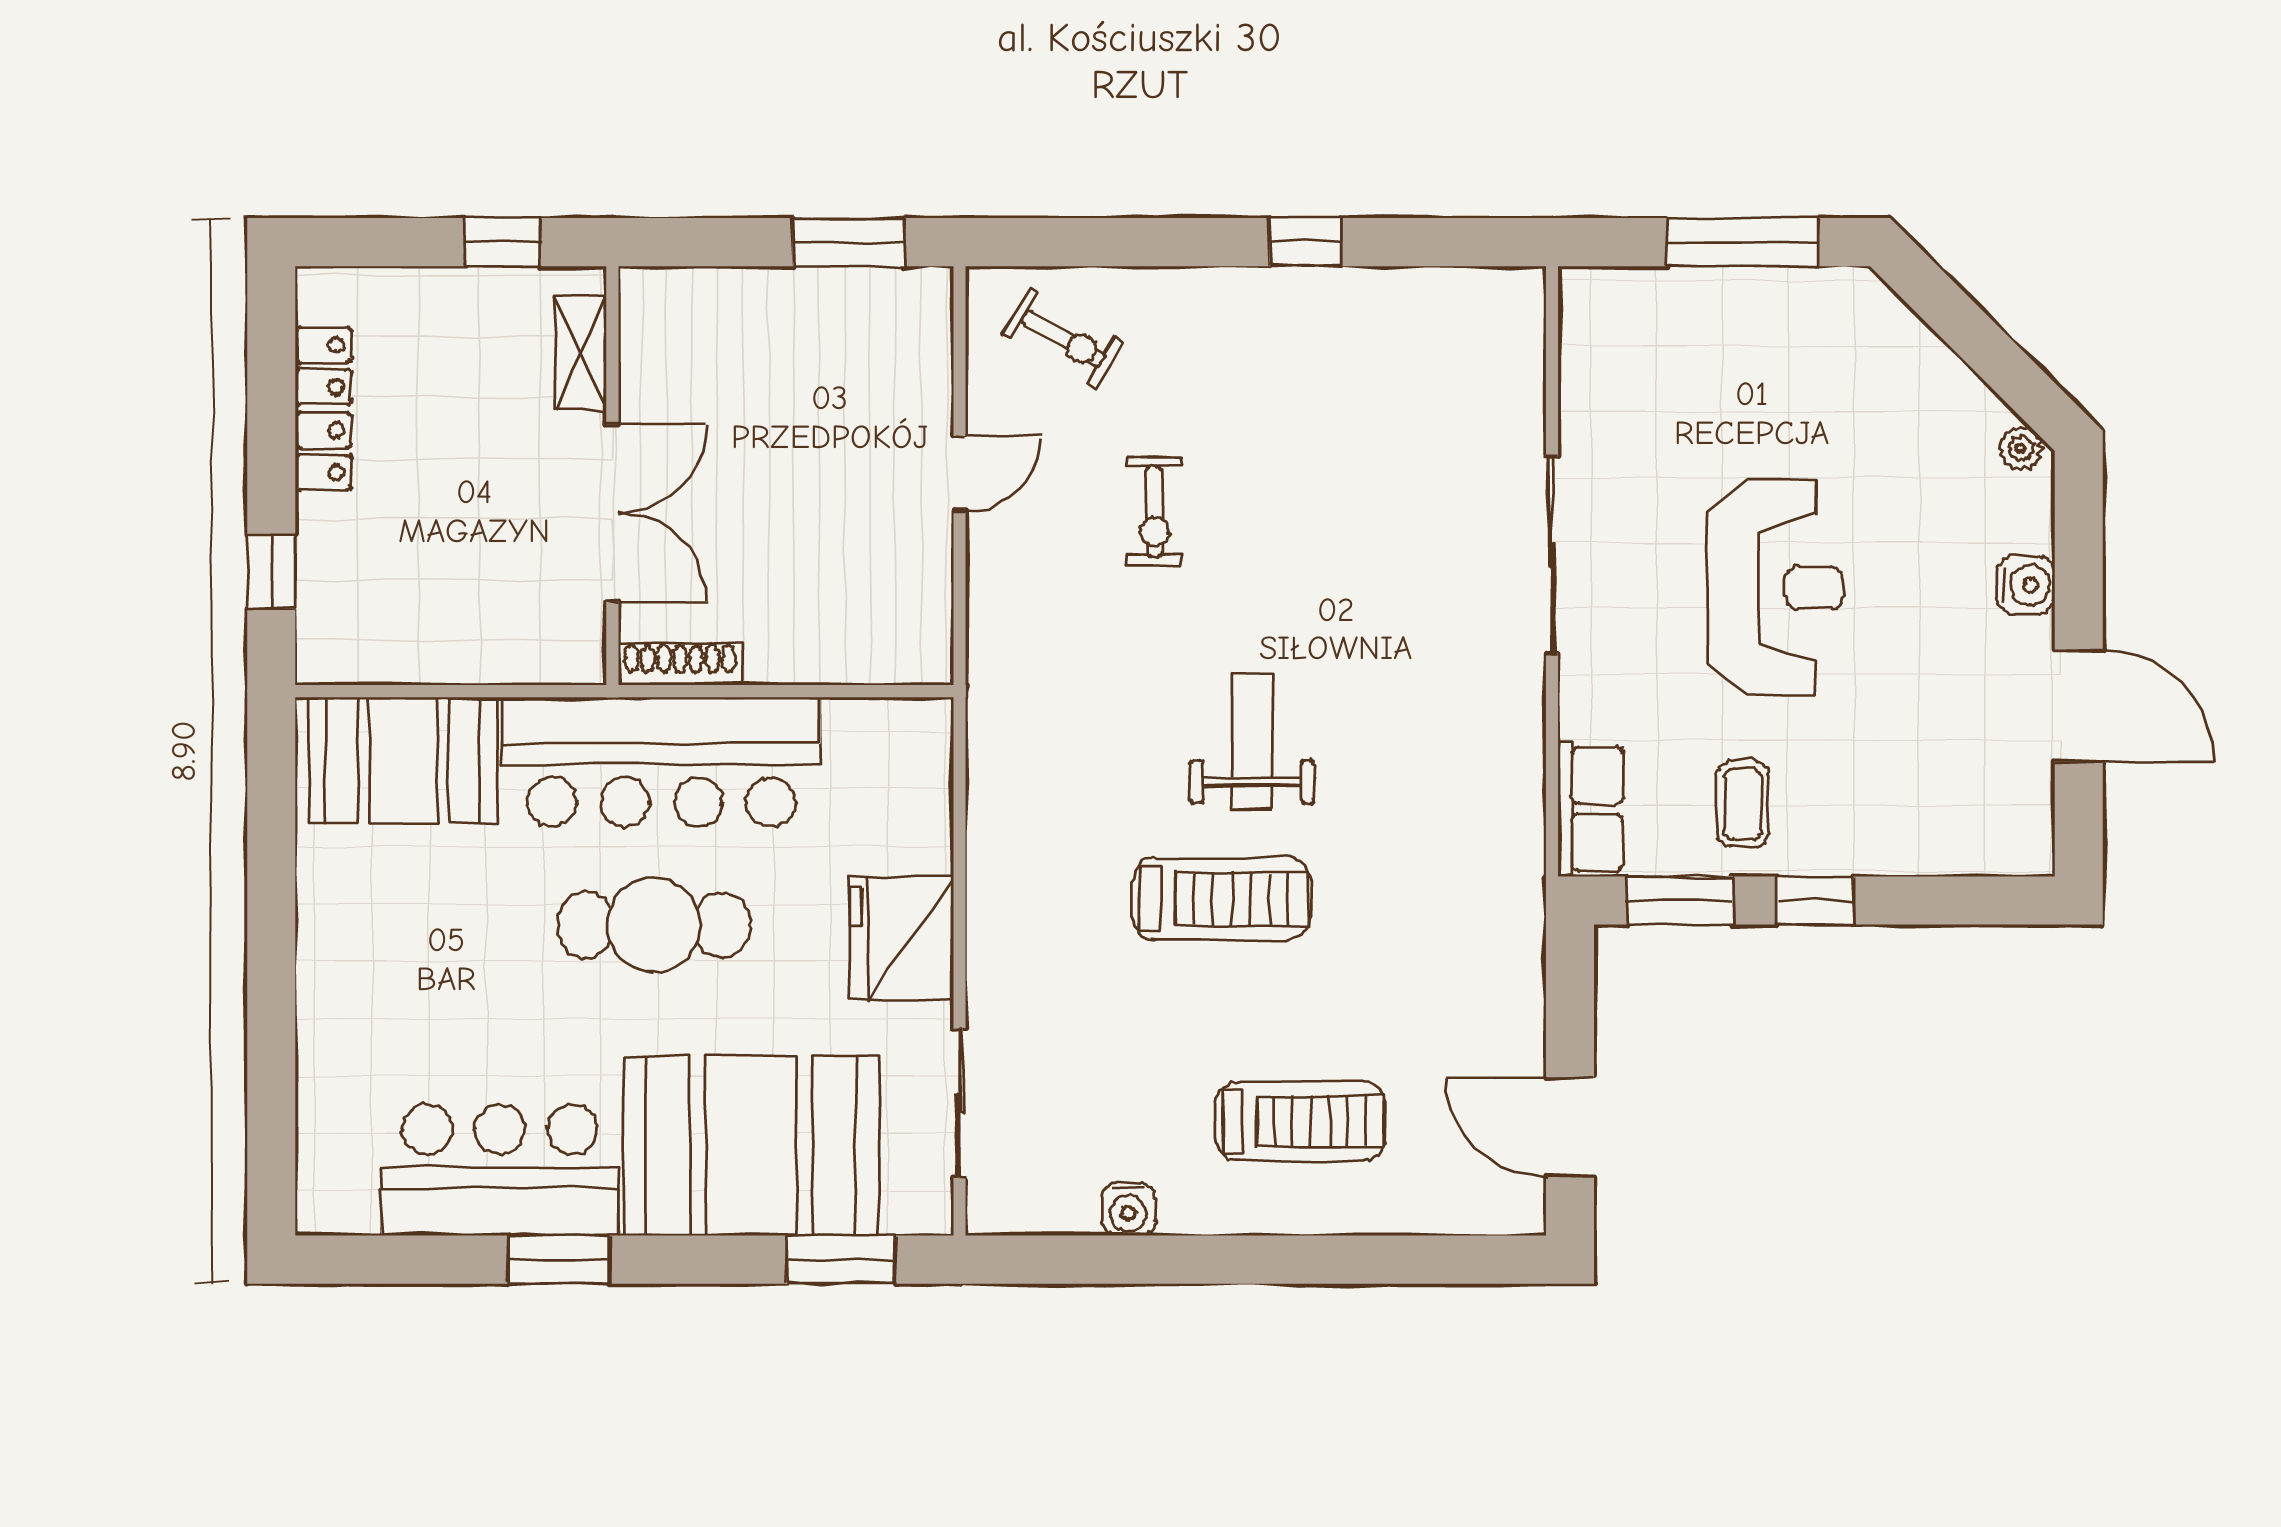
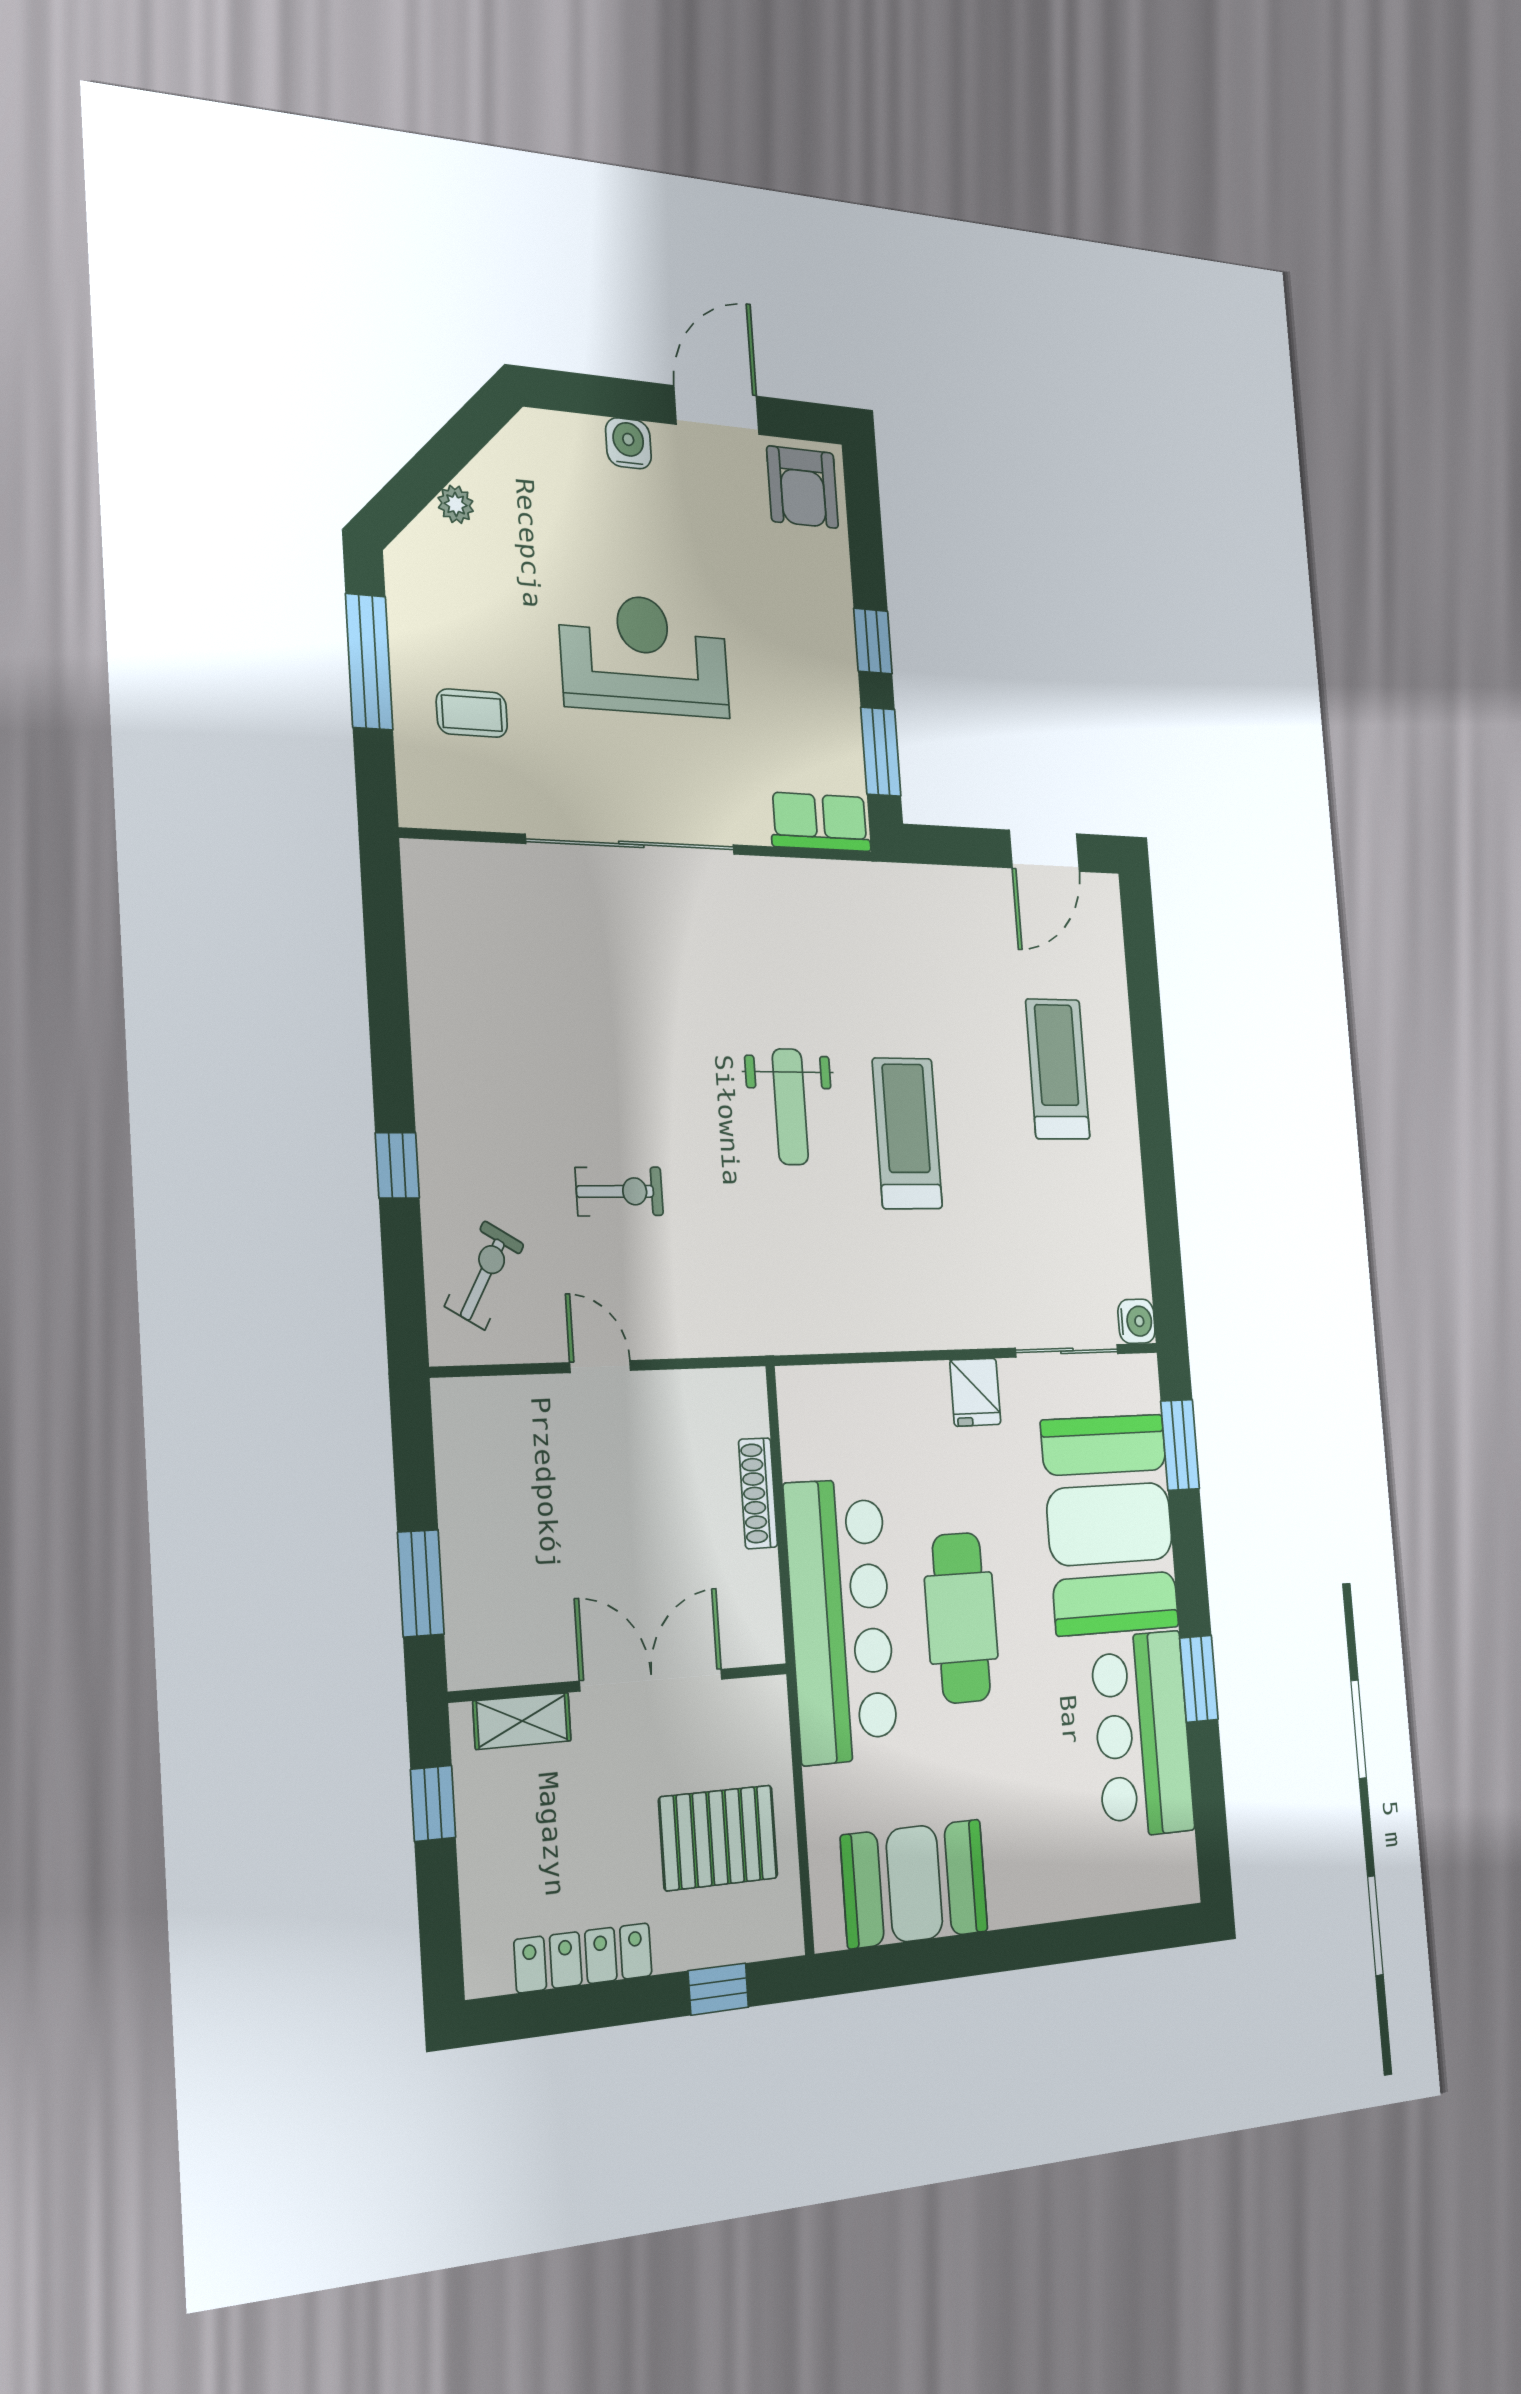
window: (848, 242) -> (421, 1583), moved
window: (1305, 242) -> (397, 1165), moved
plant: (2021, 448) -> (456, 504), moved
sliding door: (1552, 555) -> (631, 844), width x1.36
pallet: (434, 584) -> (718, 1838), added
shoe rack: (680, 664) -> (758, 1493), moved
weight bench: (1252, 741) -> (790, 1107), turned -90
booth: (403, 761) -> (914, 1884), moved, turned 90
coffee table: (1743, 804) -> (472, 713), moved
armchair: (1996, 817) -> (803, 487), added
fridge: (901, 939) -> (975, 1392), width x0.53, depth x0.75
water cooler: (1128, 1209) -> (1136, 1321), moved

